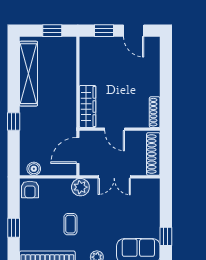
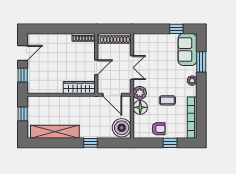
boiler: (34, 169) -> (122, 128), width x1.86, depth x1.86
floor lamp: (61, 188) -> (140, 107), added
armchair: (30, 190) -> (159, 129), moved

